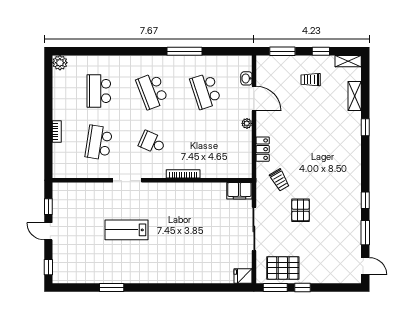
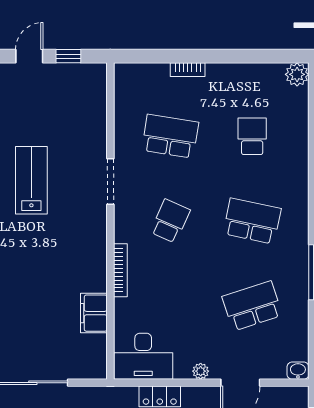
washbasin: (246, 78) -> (298, 371), moved
school desk: (99, 91) -> (252, 136), width x0.54
school desk: (152, 91) -> (252, 221), turned 33
desk: (237, 160) -> (143, 356), added
filing cabinet: (239, 191) -> (94, 313), moved

